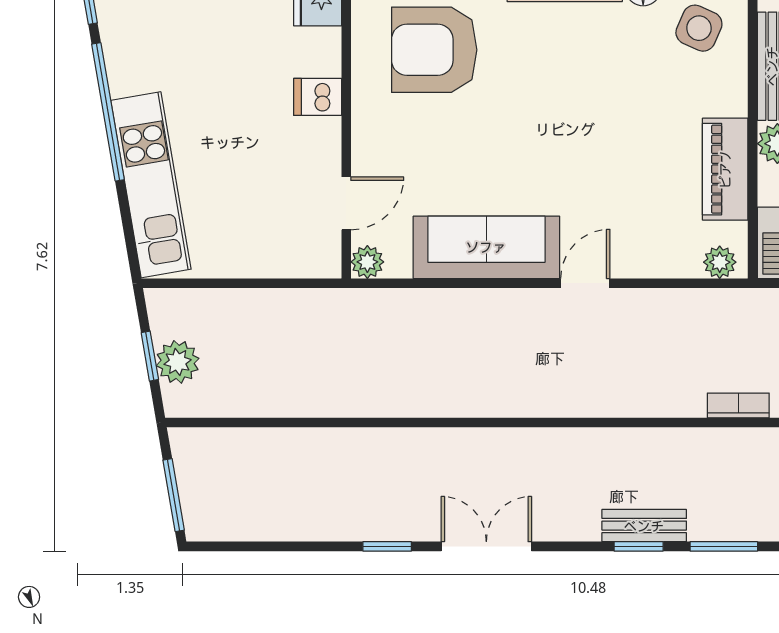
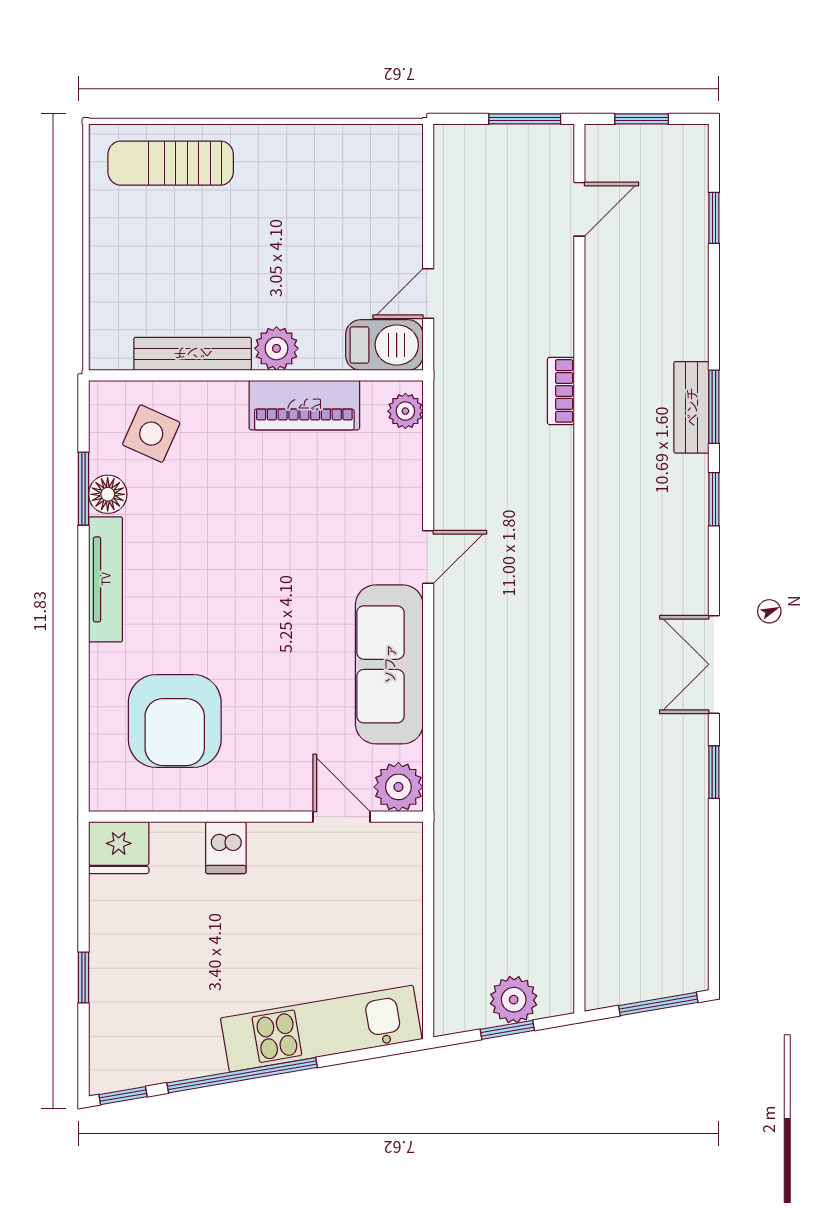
plant: (367, 262) -> (398, 787), width x1.38, depth x1.38
door: (585, 283) -> (428, 557), swing flipped
bench: (644, 526) -> (691, 407), moved

